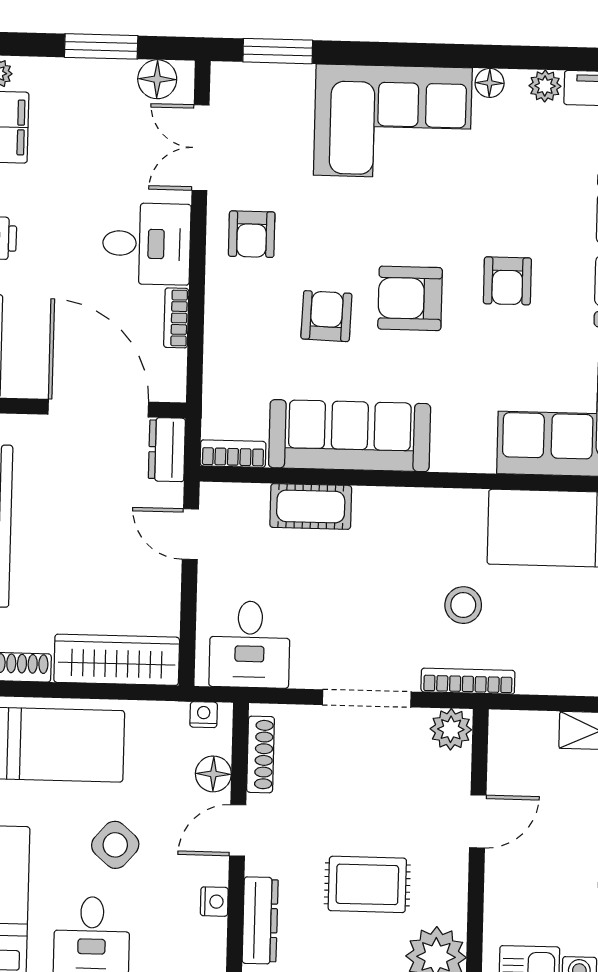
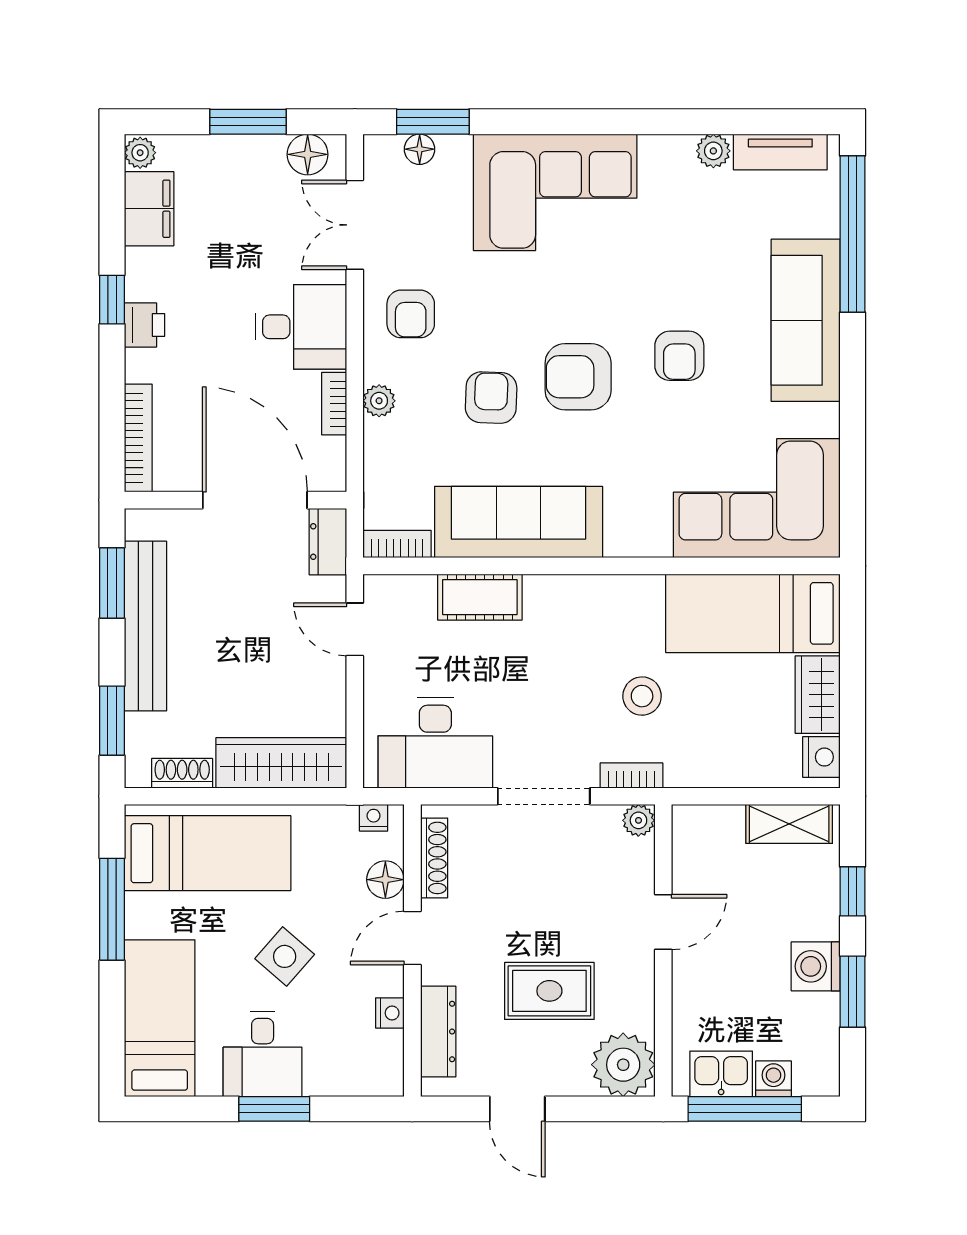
floor lamp: (490, 83) -> (420, 149), moved
plant: (219, 316) -> (379, 401), added
desk: (250, 644) -> (435, 743), width x1.37
bookcase: (468, 681) -> (631, 775), width x0.64
plant: (451, 729) -> (638, 820), width x0.73, depth x0.73

